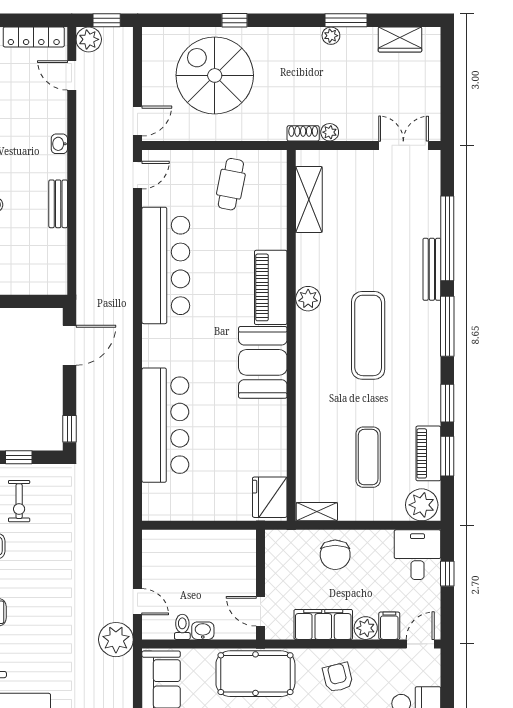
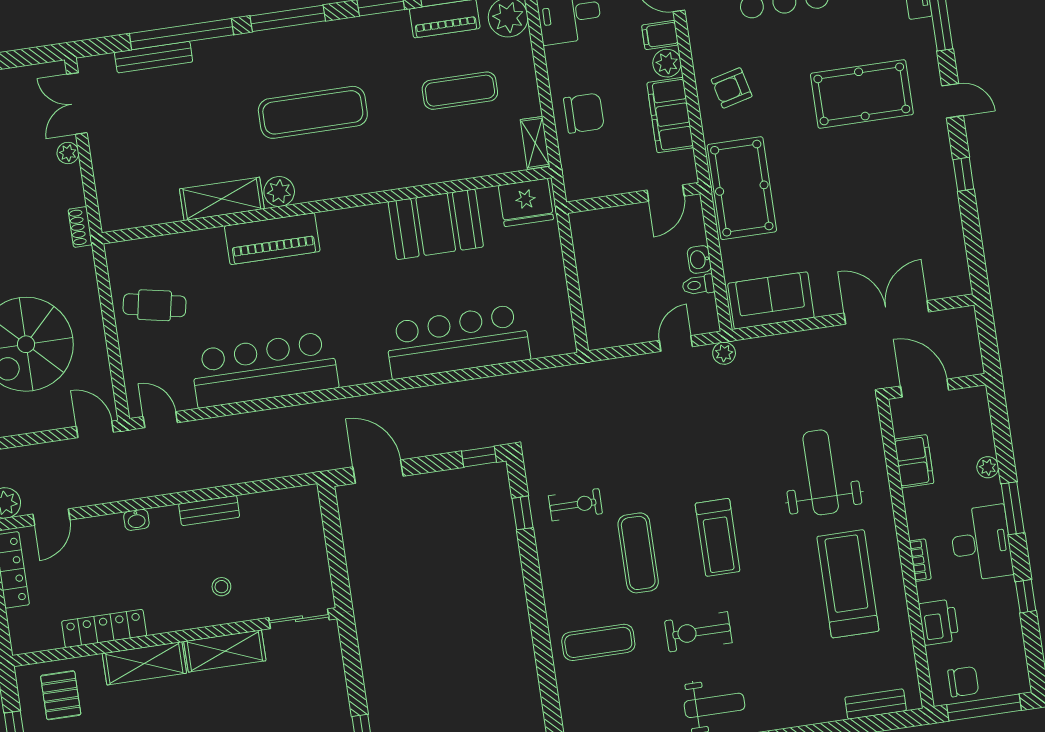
plant: (330, 132) -> (68, 153), moved
shelving: (309, 199) -> (222, 199), moved
bench: (432, 269) -> (154, 57), moved
booth: (263, 362) -> (436, 224), moved
plant: (116, 640) -> (724, 353), width x0.53, depth x0.53

